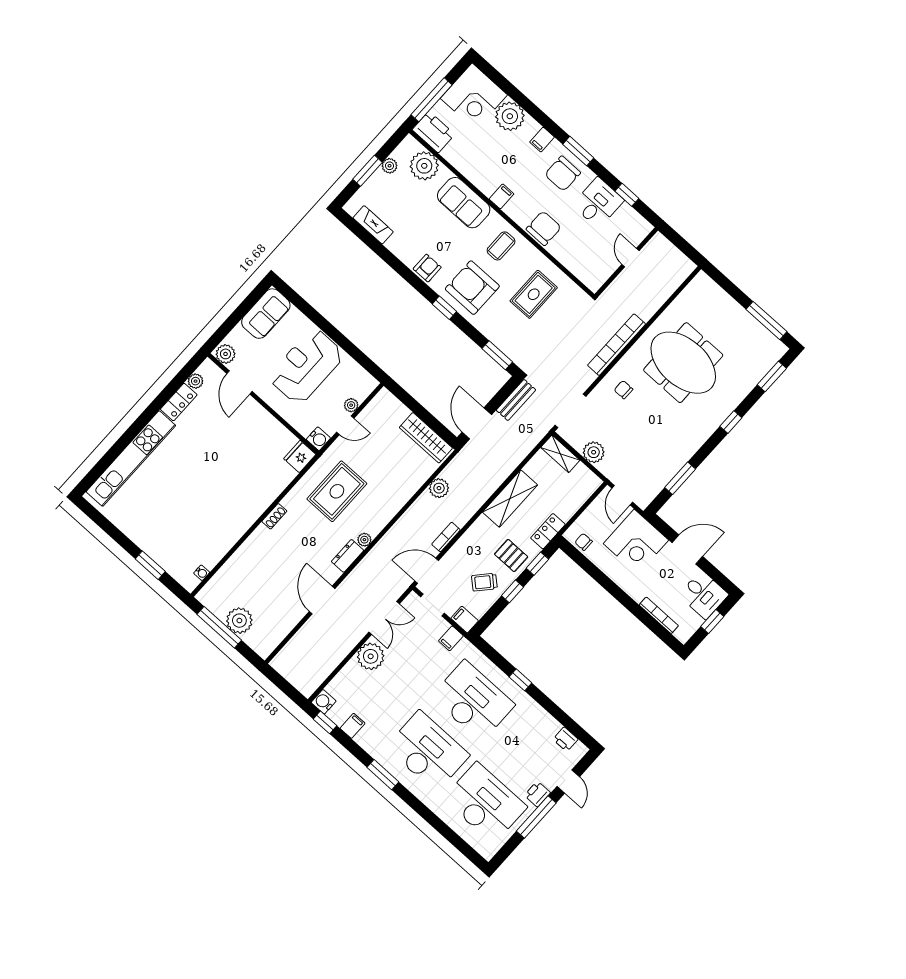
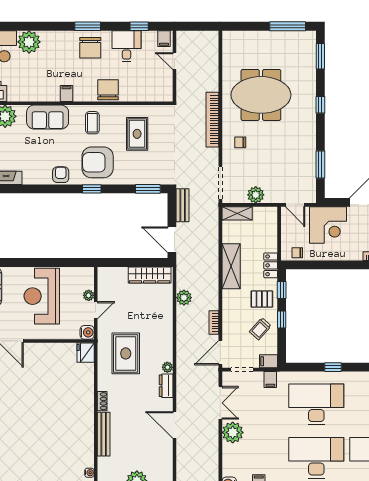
filing cabinet: (542, 140) -> (164, 39), moved
bench: (248, 548) -> (104, 434), added

